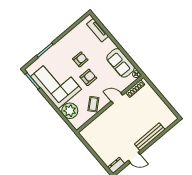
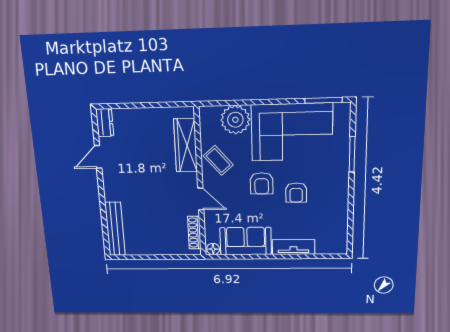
tv unit: (98, 30) -> (294, 247), moved
door: (117, 98) -> (201, 199), hinge flipped
wardrobe: (98, 123) -> (186, 145), added
bench: (150, 137) -> (115, 229), moved

